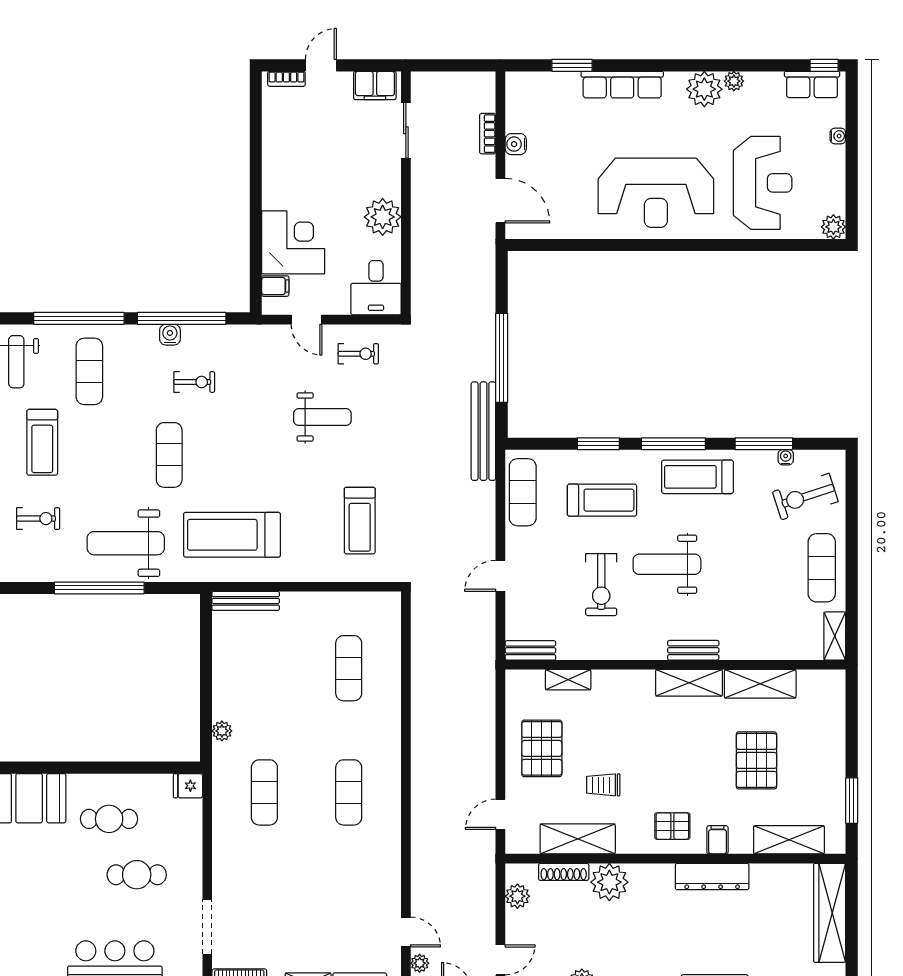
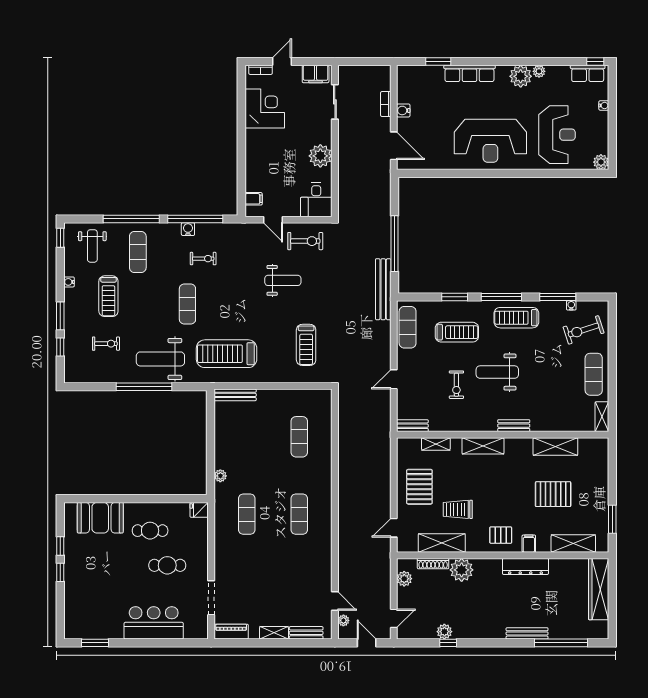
corner desk: (293, 242) -> (265, 109), moved
exercise bike: (358, 354) -> (305, 241), width x1.38, depth x1.39
exercise bike: (601, 585) -> (456, 385), width x0.73, depth x0.72
shelving: (689, 683) -> (483, 446), moved
pallet: (756, 760) -> (553, 494), turned 90
trolley: (603, 785) -> (458, 509), width x1.36, depth x1.39

